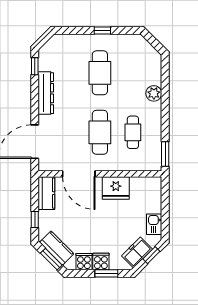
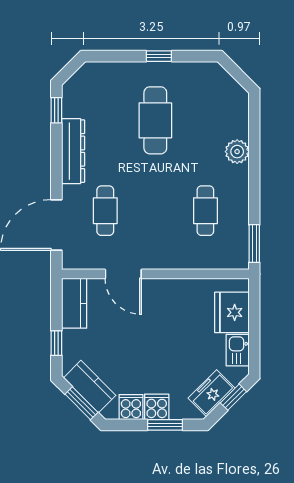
cafe table: (100, 132) -> (105, 211), moved, width x0.73, depth x0.74
door: (79, 174) -> (123, 274), width x0.73
fridge: (116, 188) -> (232, 312), moved, turned 90

